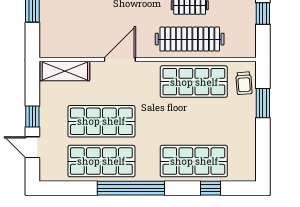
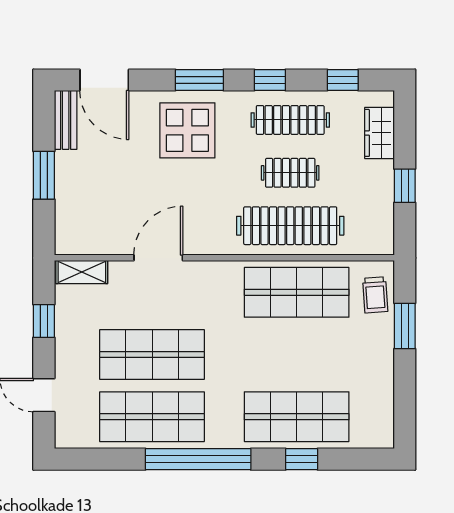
door: (120, 60) -> (158, 258), moved
shelving: (65, 71) -> (82, 272), width x0.67, depth x0.75
window: (32, 116) -> (44, 321), moved
window: (211, 188) -> (302, 459), moved

